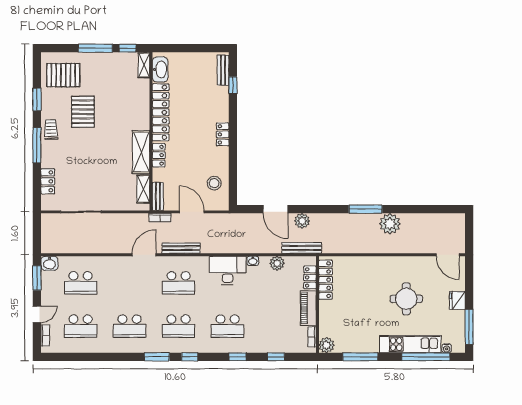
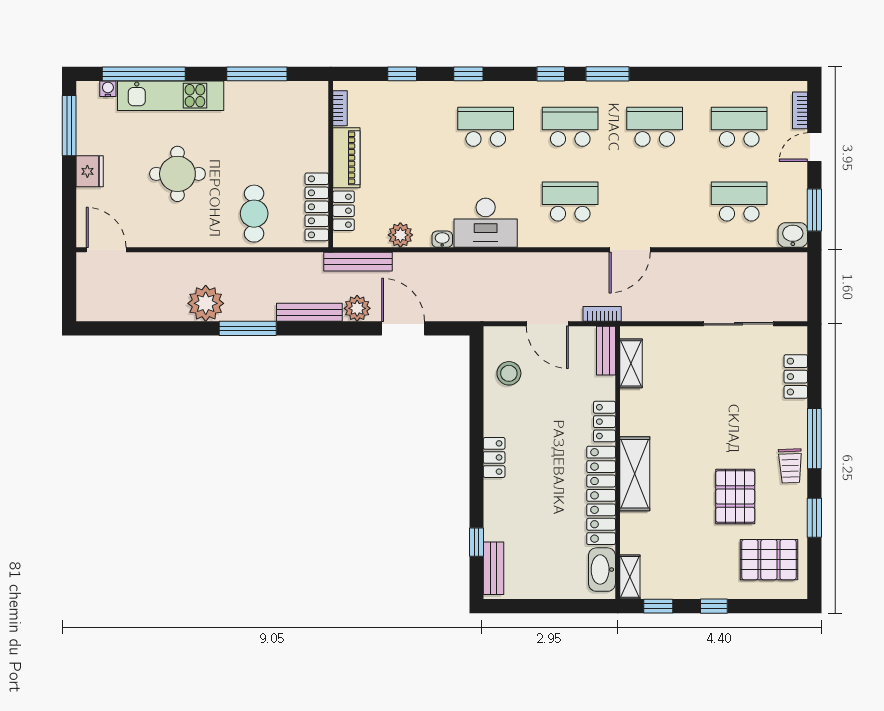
window: (95, 48) -> (714, 606), width x0.46
shelving: (141, 152) -> (635, 474), moved
bench: (181, 248) -> (309, 312), moved
cafe table: (362, 276) -> (254, 214), added
plant: (326, 345) -> (315, 94), removed

